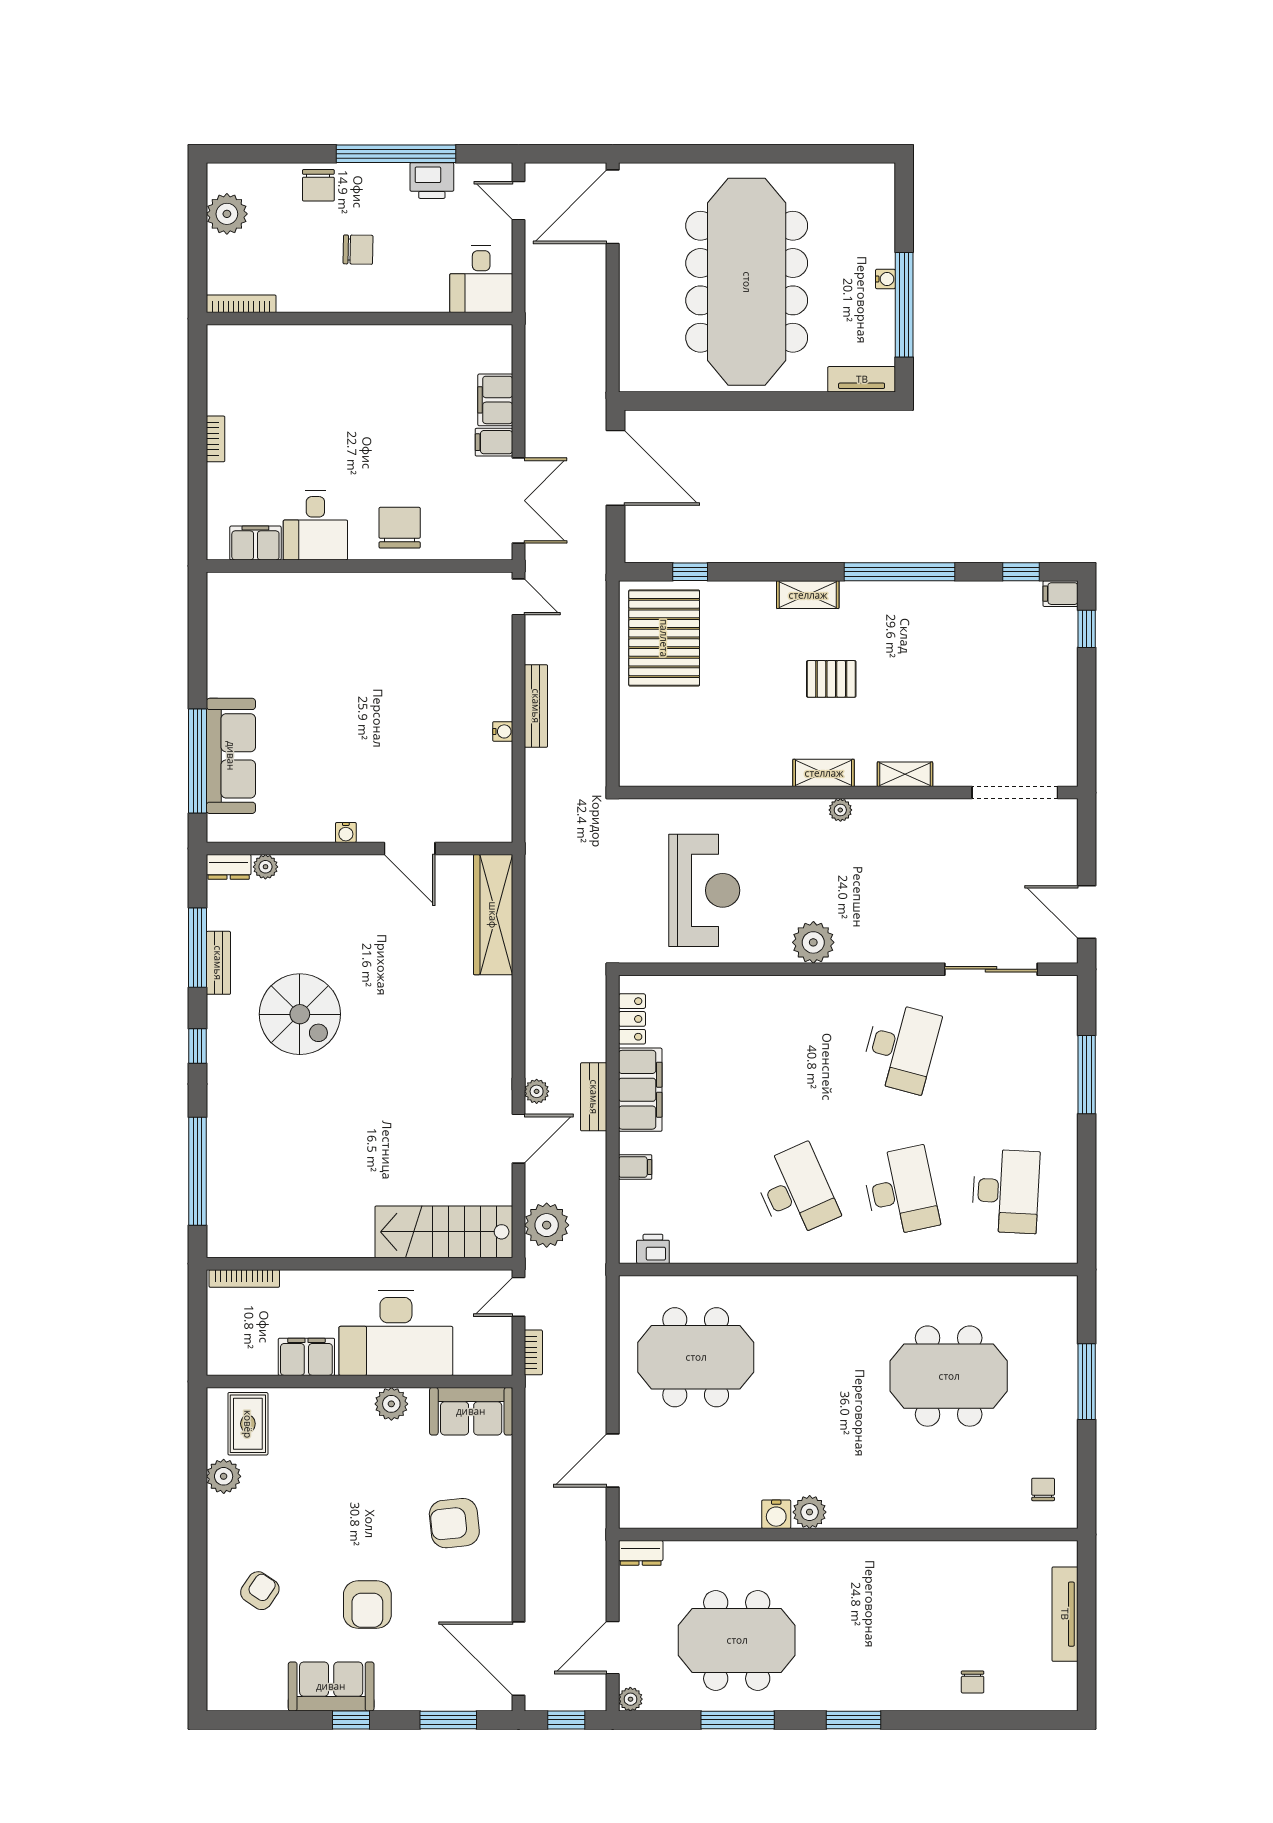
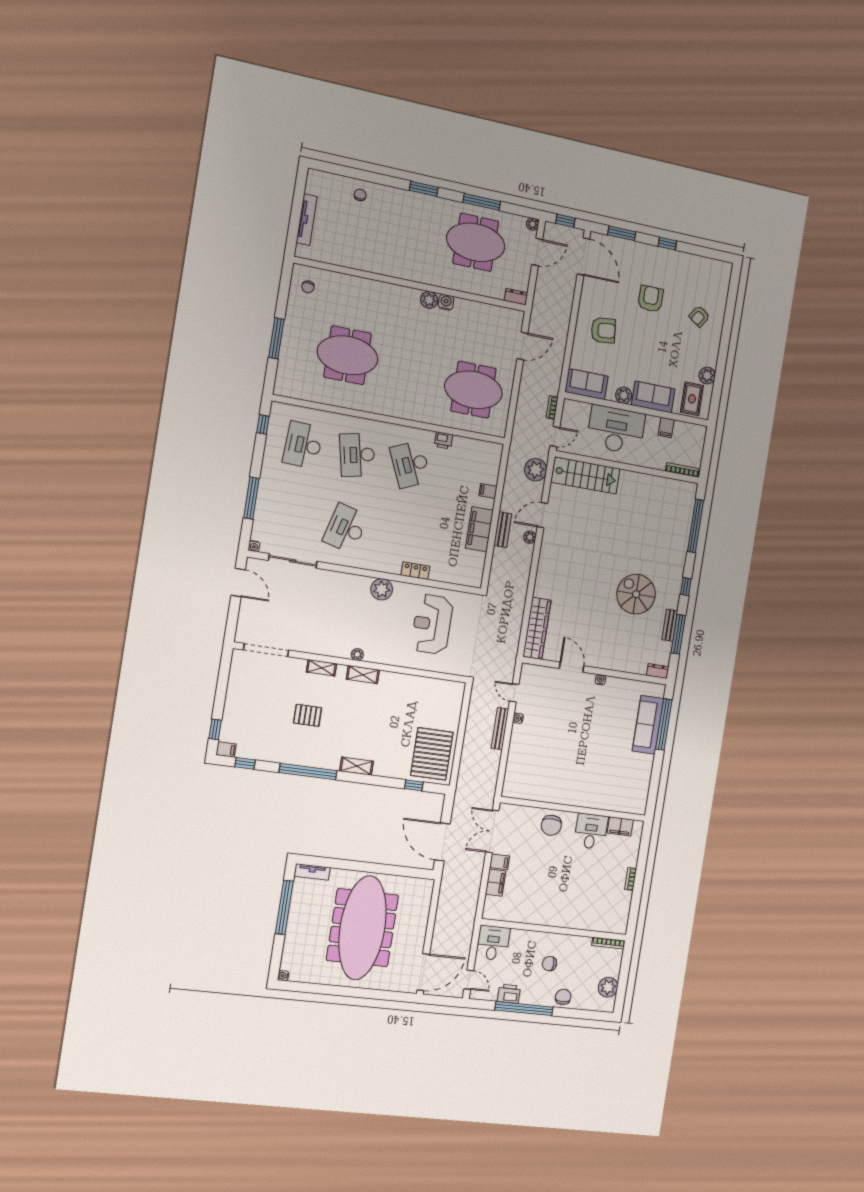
water cooler: (885, 279) -> (283, 976), moved
door: (518, 597) -> (514, 693), moved
pallet: (831, 679) -> (308, 715), moved
plant: (265, 867) -> (641, 669), removed
water cooler: (1068, 985) -> (254, 546), added
locker: (632, 1019) -> (415, 571), moved, turned 90
window: (1087, 1216) -> (263, 425), added
printer: (653, 1249) -> (443, 440), moved
filing cabinet: (306, 1357) -> (666, 427), width x0.50
sofa: (331, 1686) -> (653, 397), moved, turned 180

